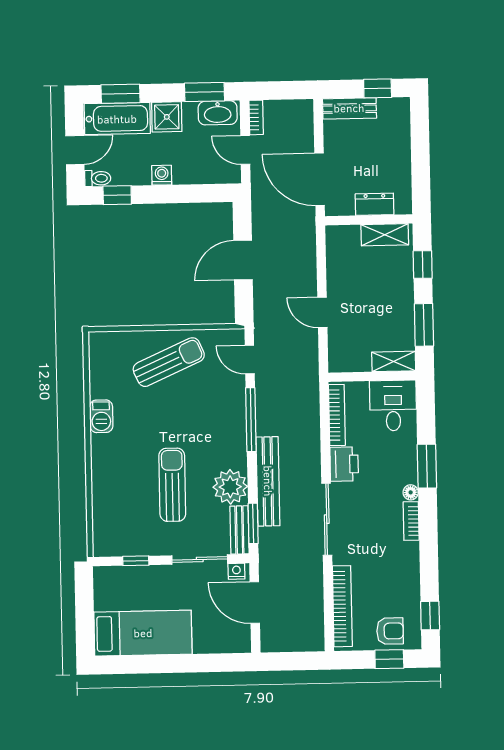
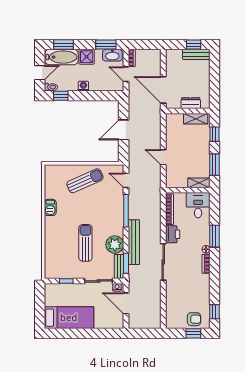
bench: (349, 108) -> (196, 54), moved
bookcase: (342, 606) -> (170, 306), removed

